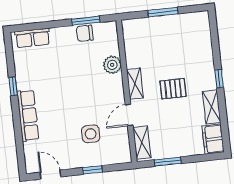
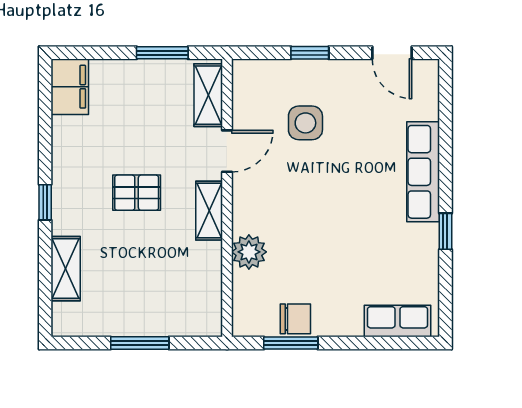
shelving: (212, 107) -> (66, 269), moved

